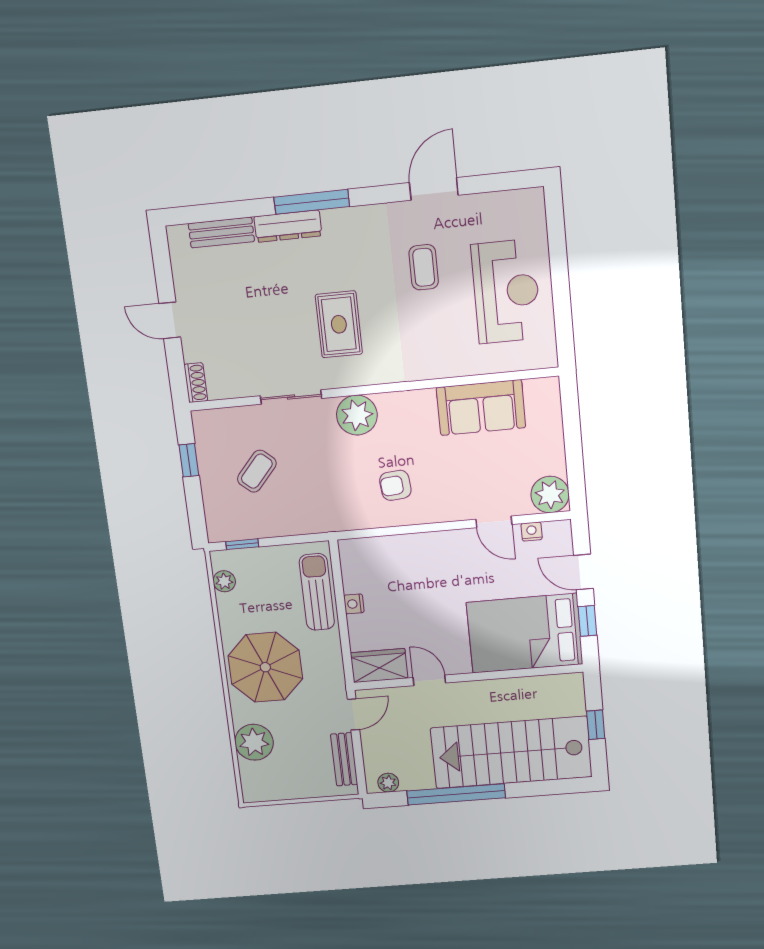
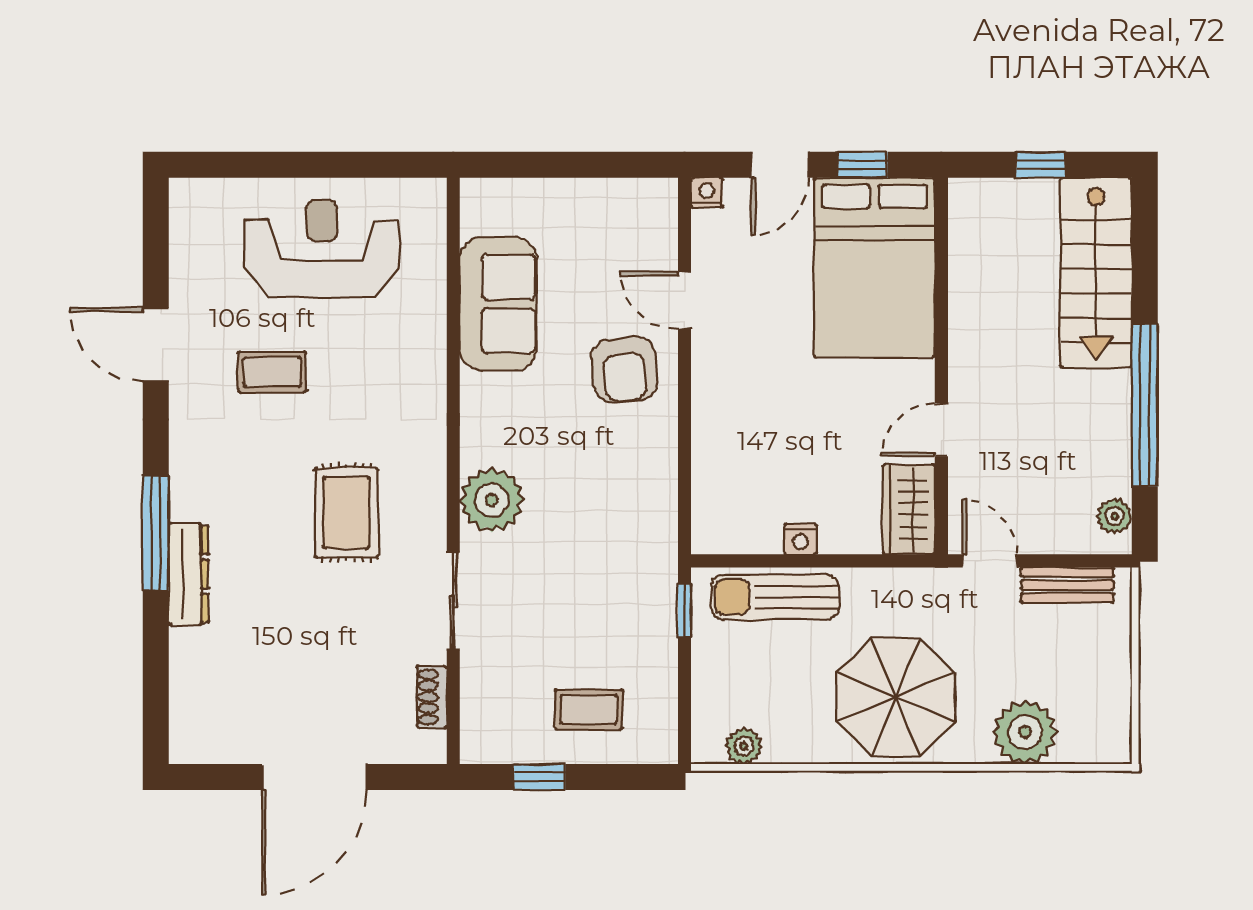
bench: (221, 232) -> (188, 678), removed
door: (170, 320) -> (314, 777), width x1.87
rug: (339, 324) -> (347, 513), turned 90
shoe rack: (196, 383) -> (432, 697), moved, turned -90
coffee table: (257, 471) -> (589, 709), moved, turned -41
armchair: (395, 485) -> (624, 370), moved, width x1.38, depth x1.38
plant: (550, 495) -> (648, 208), removed
door: (494, 522) -> (684, 300), swing flipped
nightstand: (532, 532) -> (707, 193), moved, turned 90
window: (242, 544) -> (684, 611), moved
stairs: (511, 752) -> (1096, 273), width x0.73, depth x0.66

